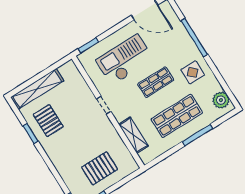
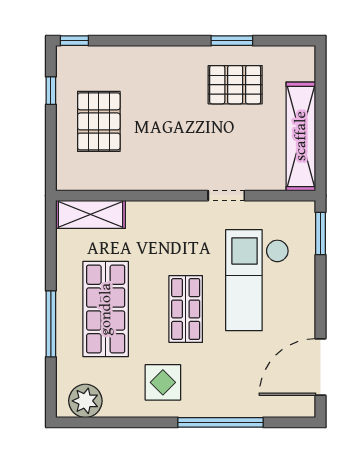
checkout: (125, 60) -> (257, 280), turned 180
shelving: (37, 89) -> (301, 136), moved
doorway: (104, 105) -> (226, 196), moved
shelving: (133, 135) -> (91, 214), moved

